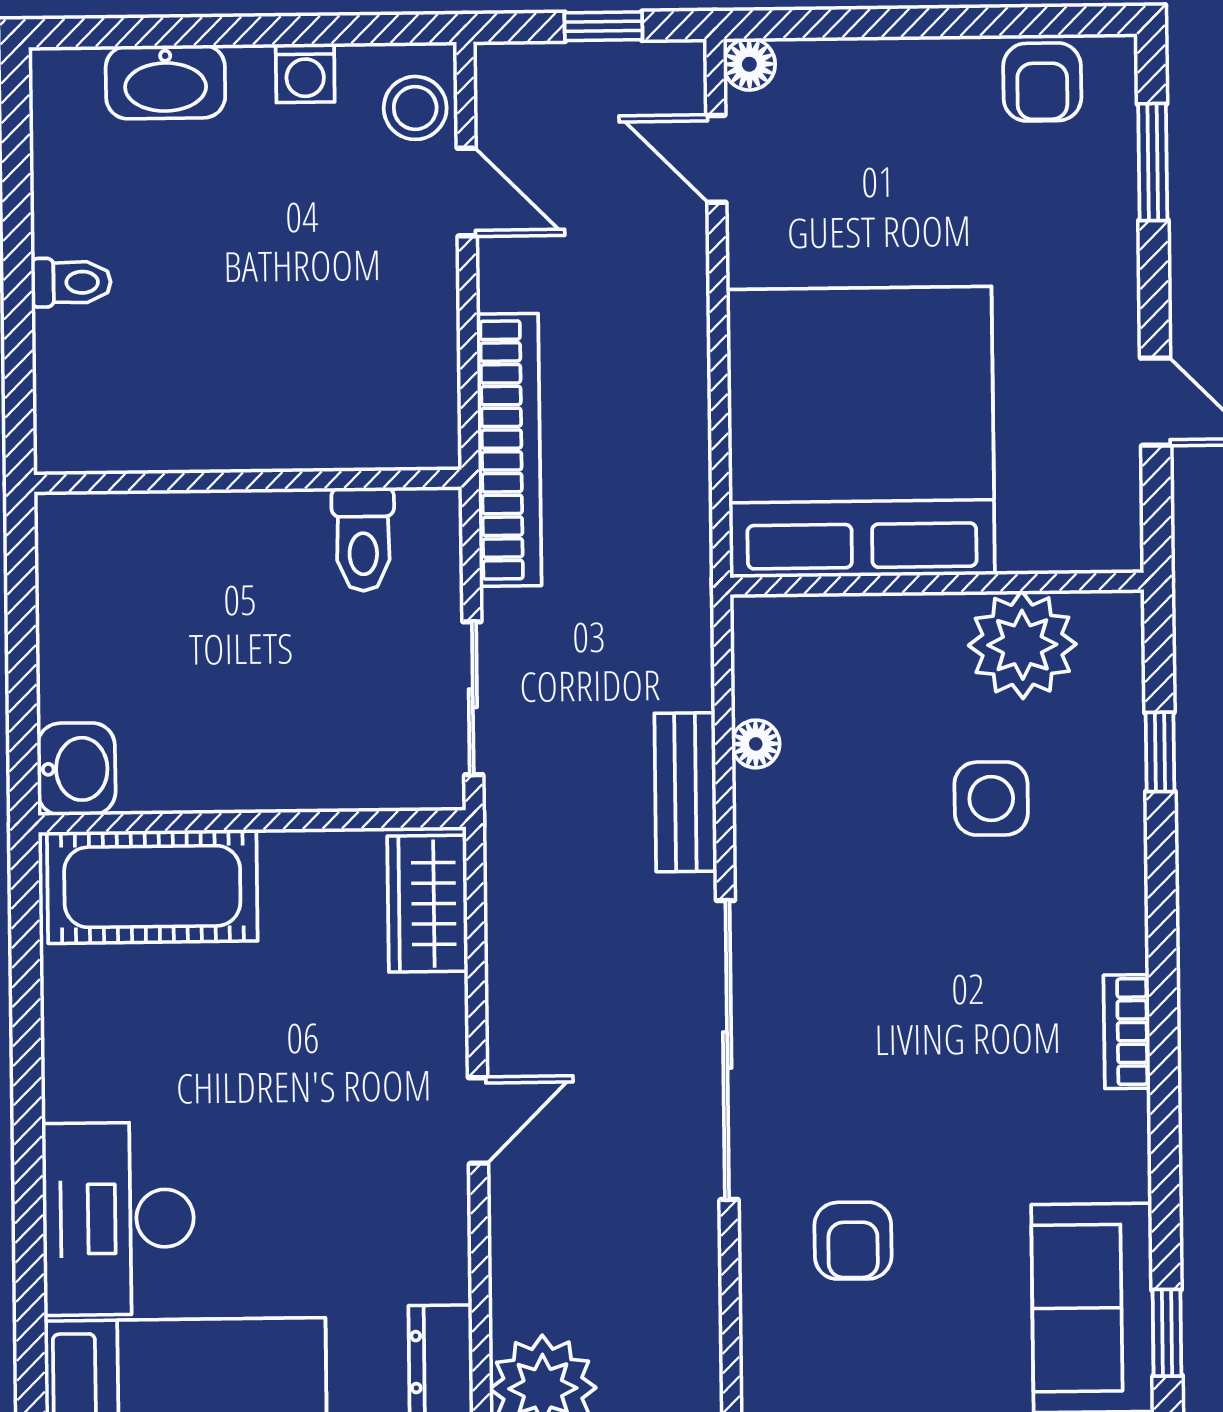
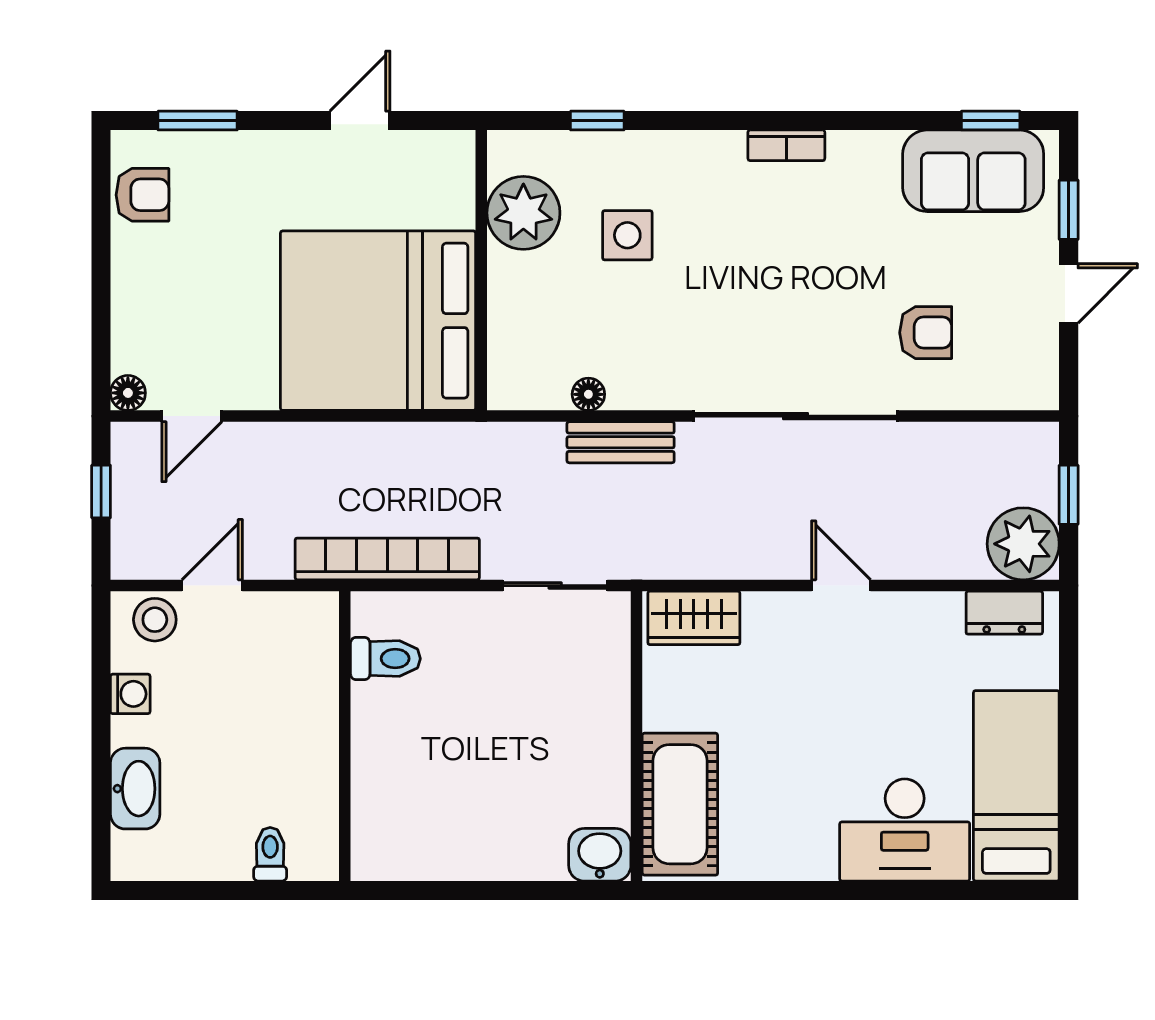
wall: (248, 481) -> (345, 736), moved
toilet: (363, 539) -> (385, 659), moved

